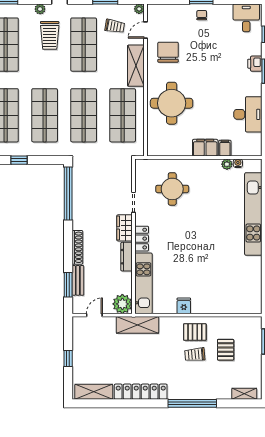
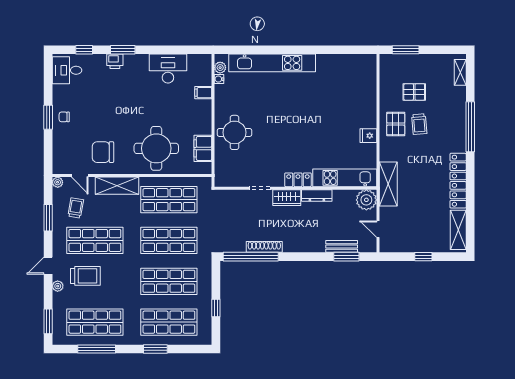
filing cabinet: (205, 148) -> (203, 148), moved
plant: (227, 164) -> (220, 68), moved
round table: (172, 189) -> (235, 132), moved
shoe rack: (77, 247) -> (264, 247), moved

